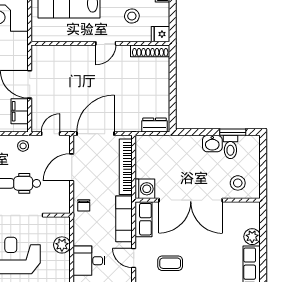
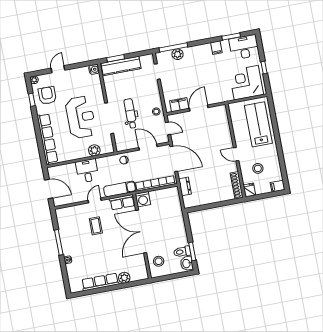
dresser: (155, 125) -> (185, 186), moved
washbasin: (212, 144) -> (187, 263), moved

